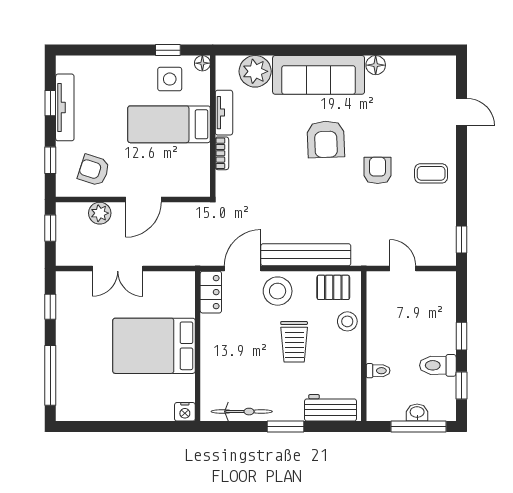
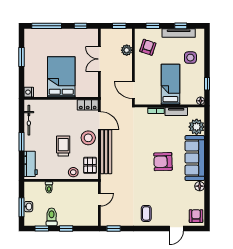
side table: (170, 79) -> (190, 58), moved
armchair: (378, 170) -> (196, 216), moved, turned -90
door: (143, 199) -> (133, 90), moved
trolley: (294, 342) -> (63, 146), turned 90
window: (114, 427) -> (21, 57), added
window: (418, 427) -> (21, 207), width x0.69

